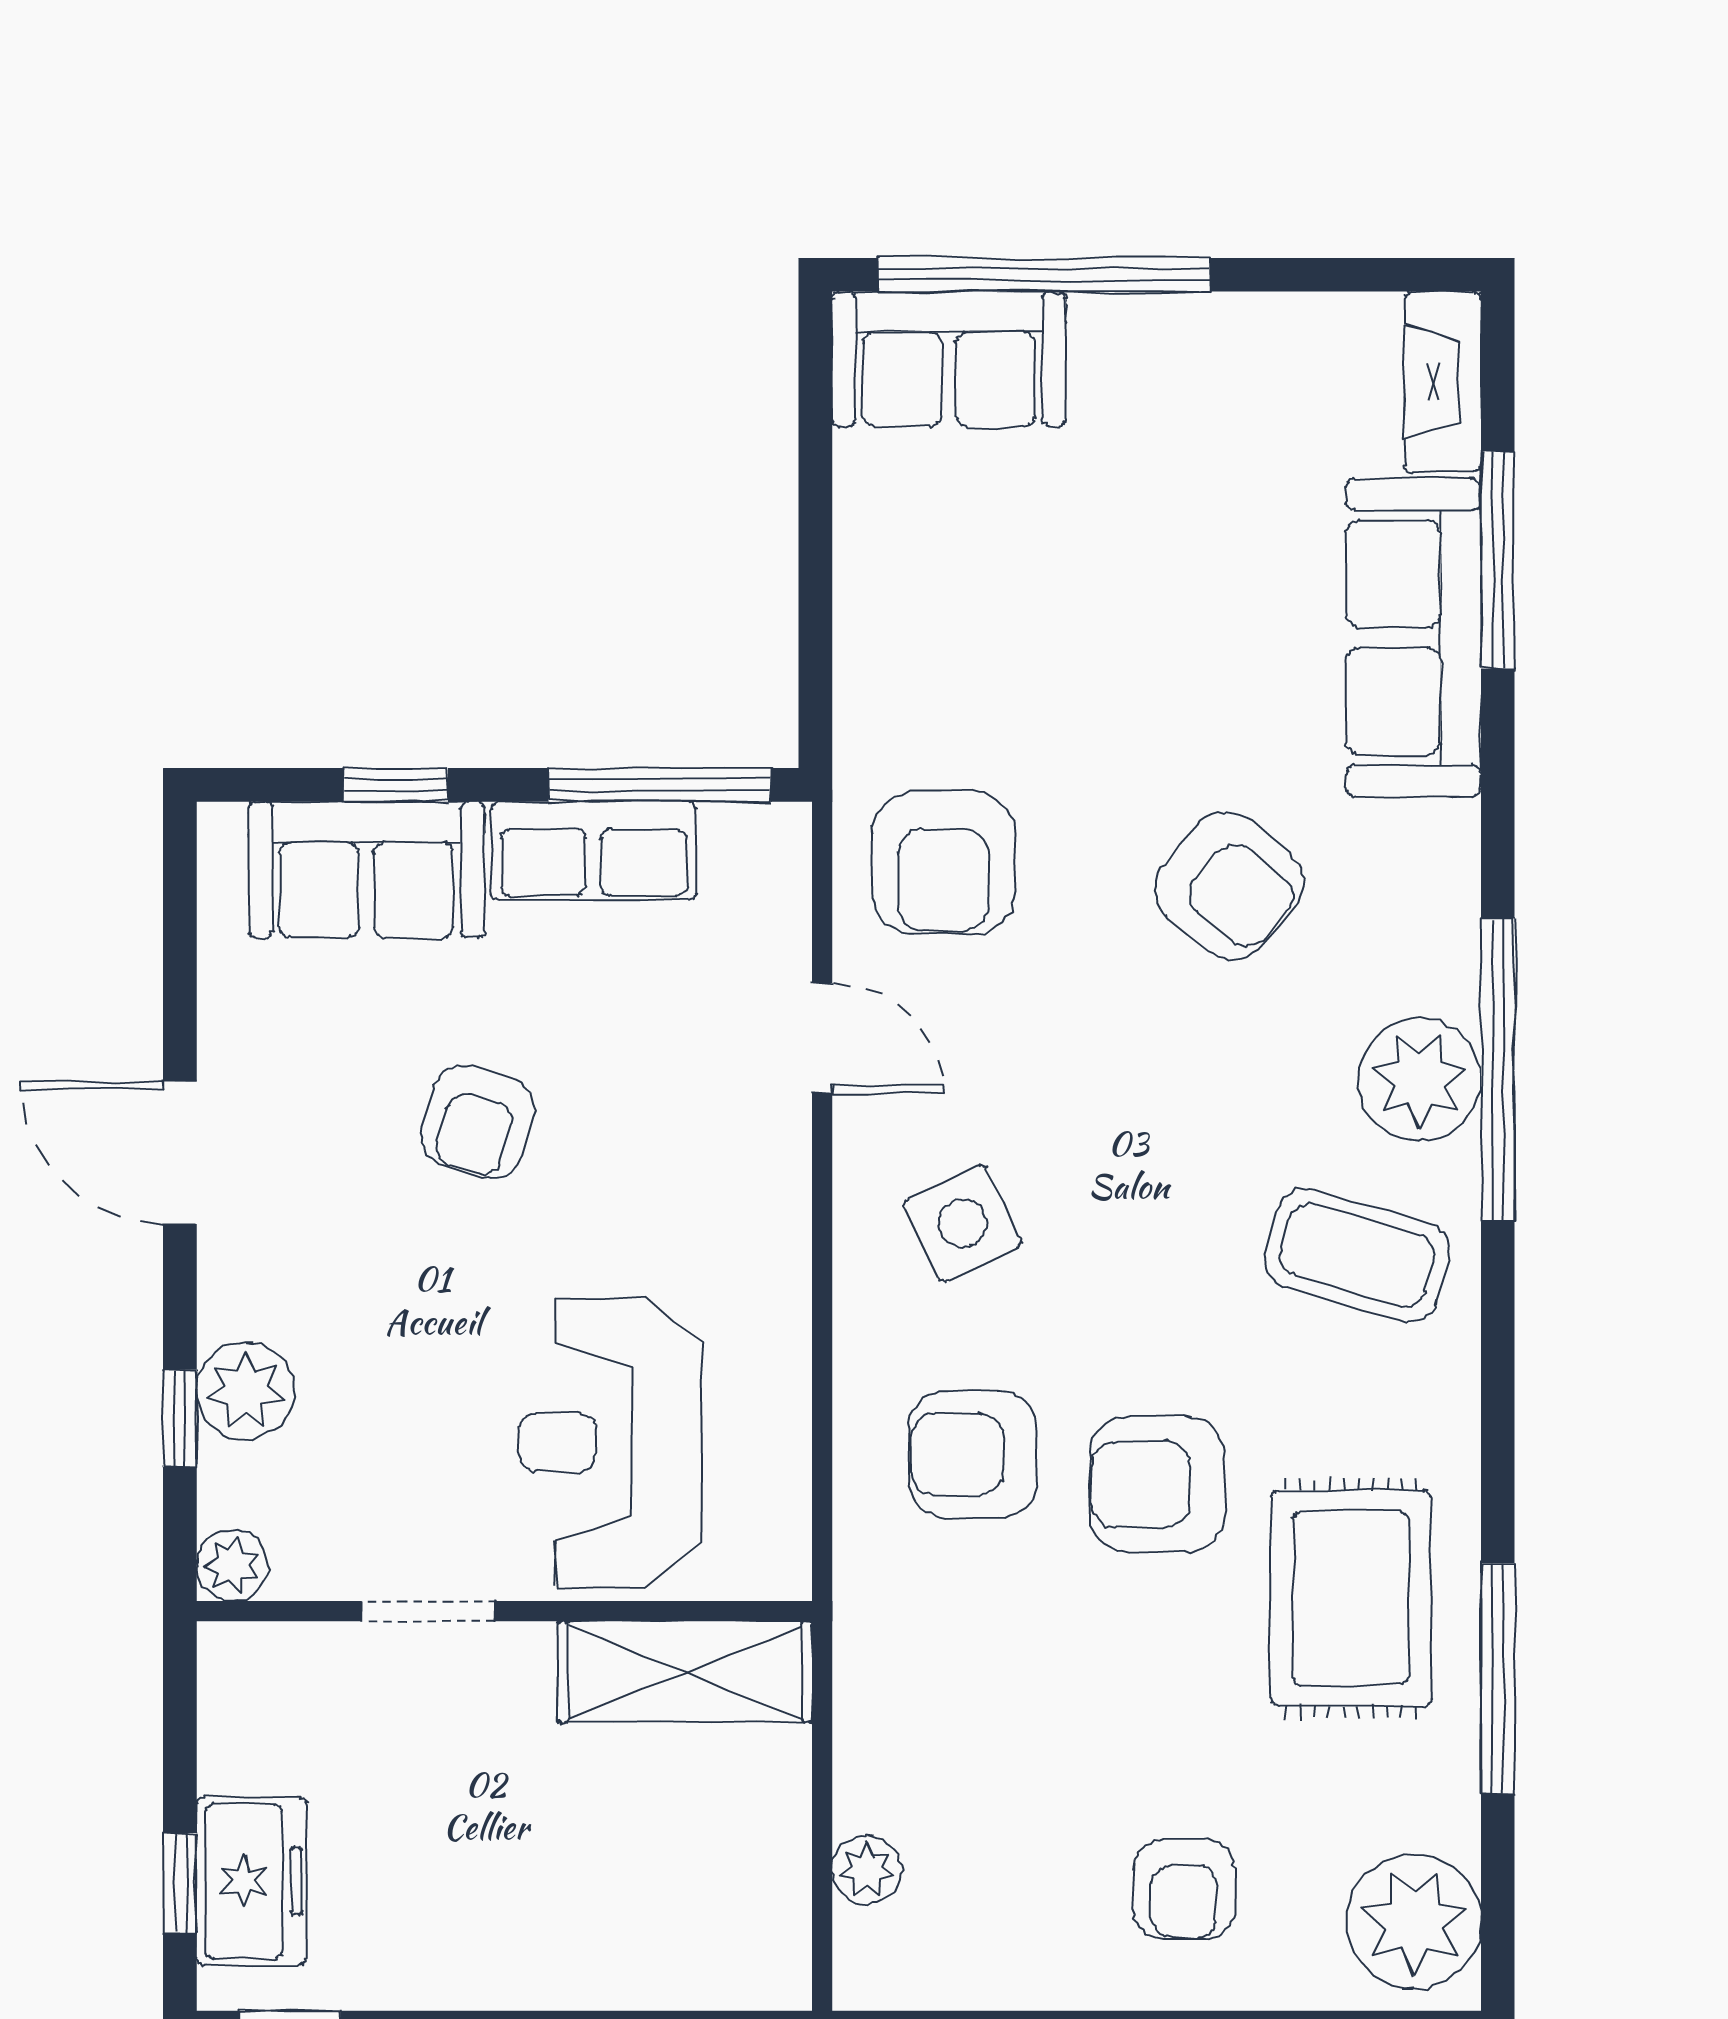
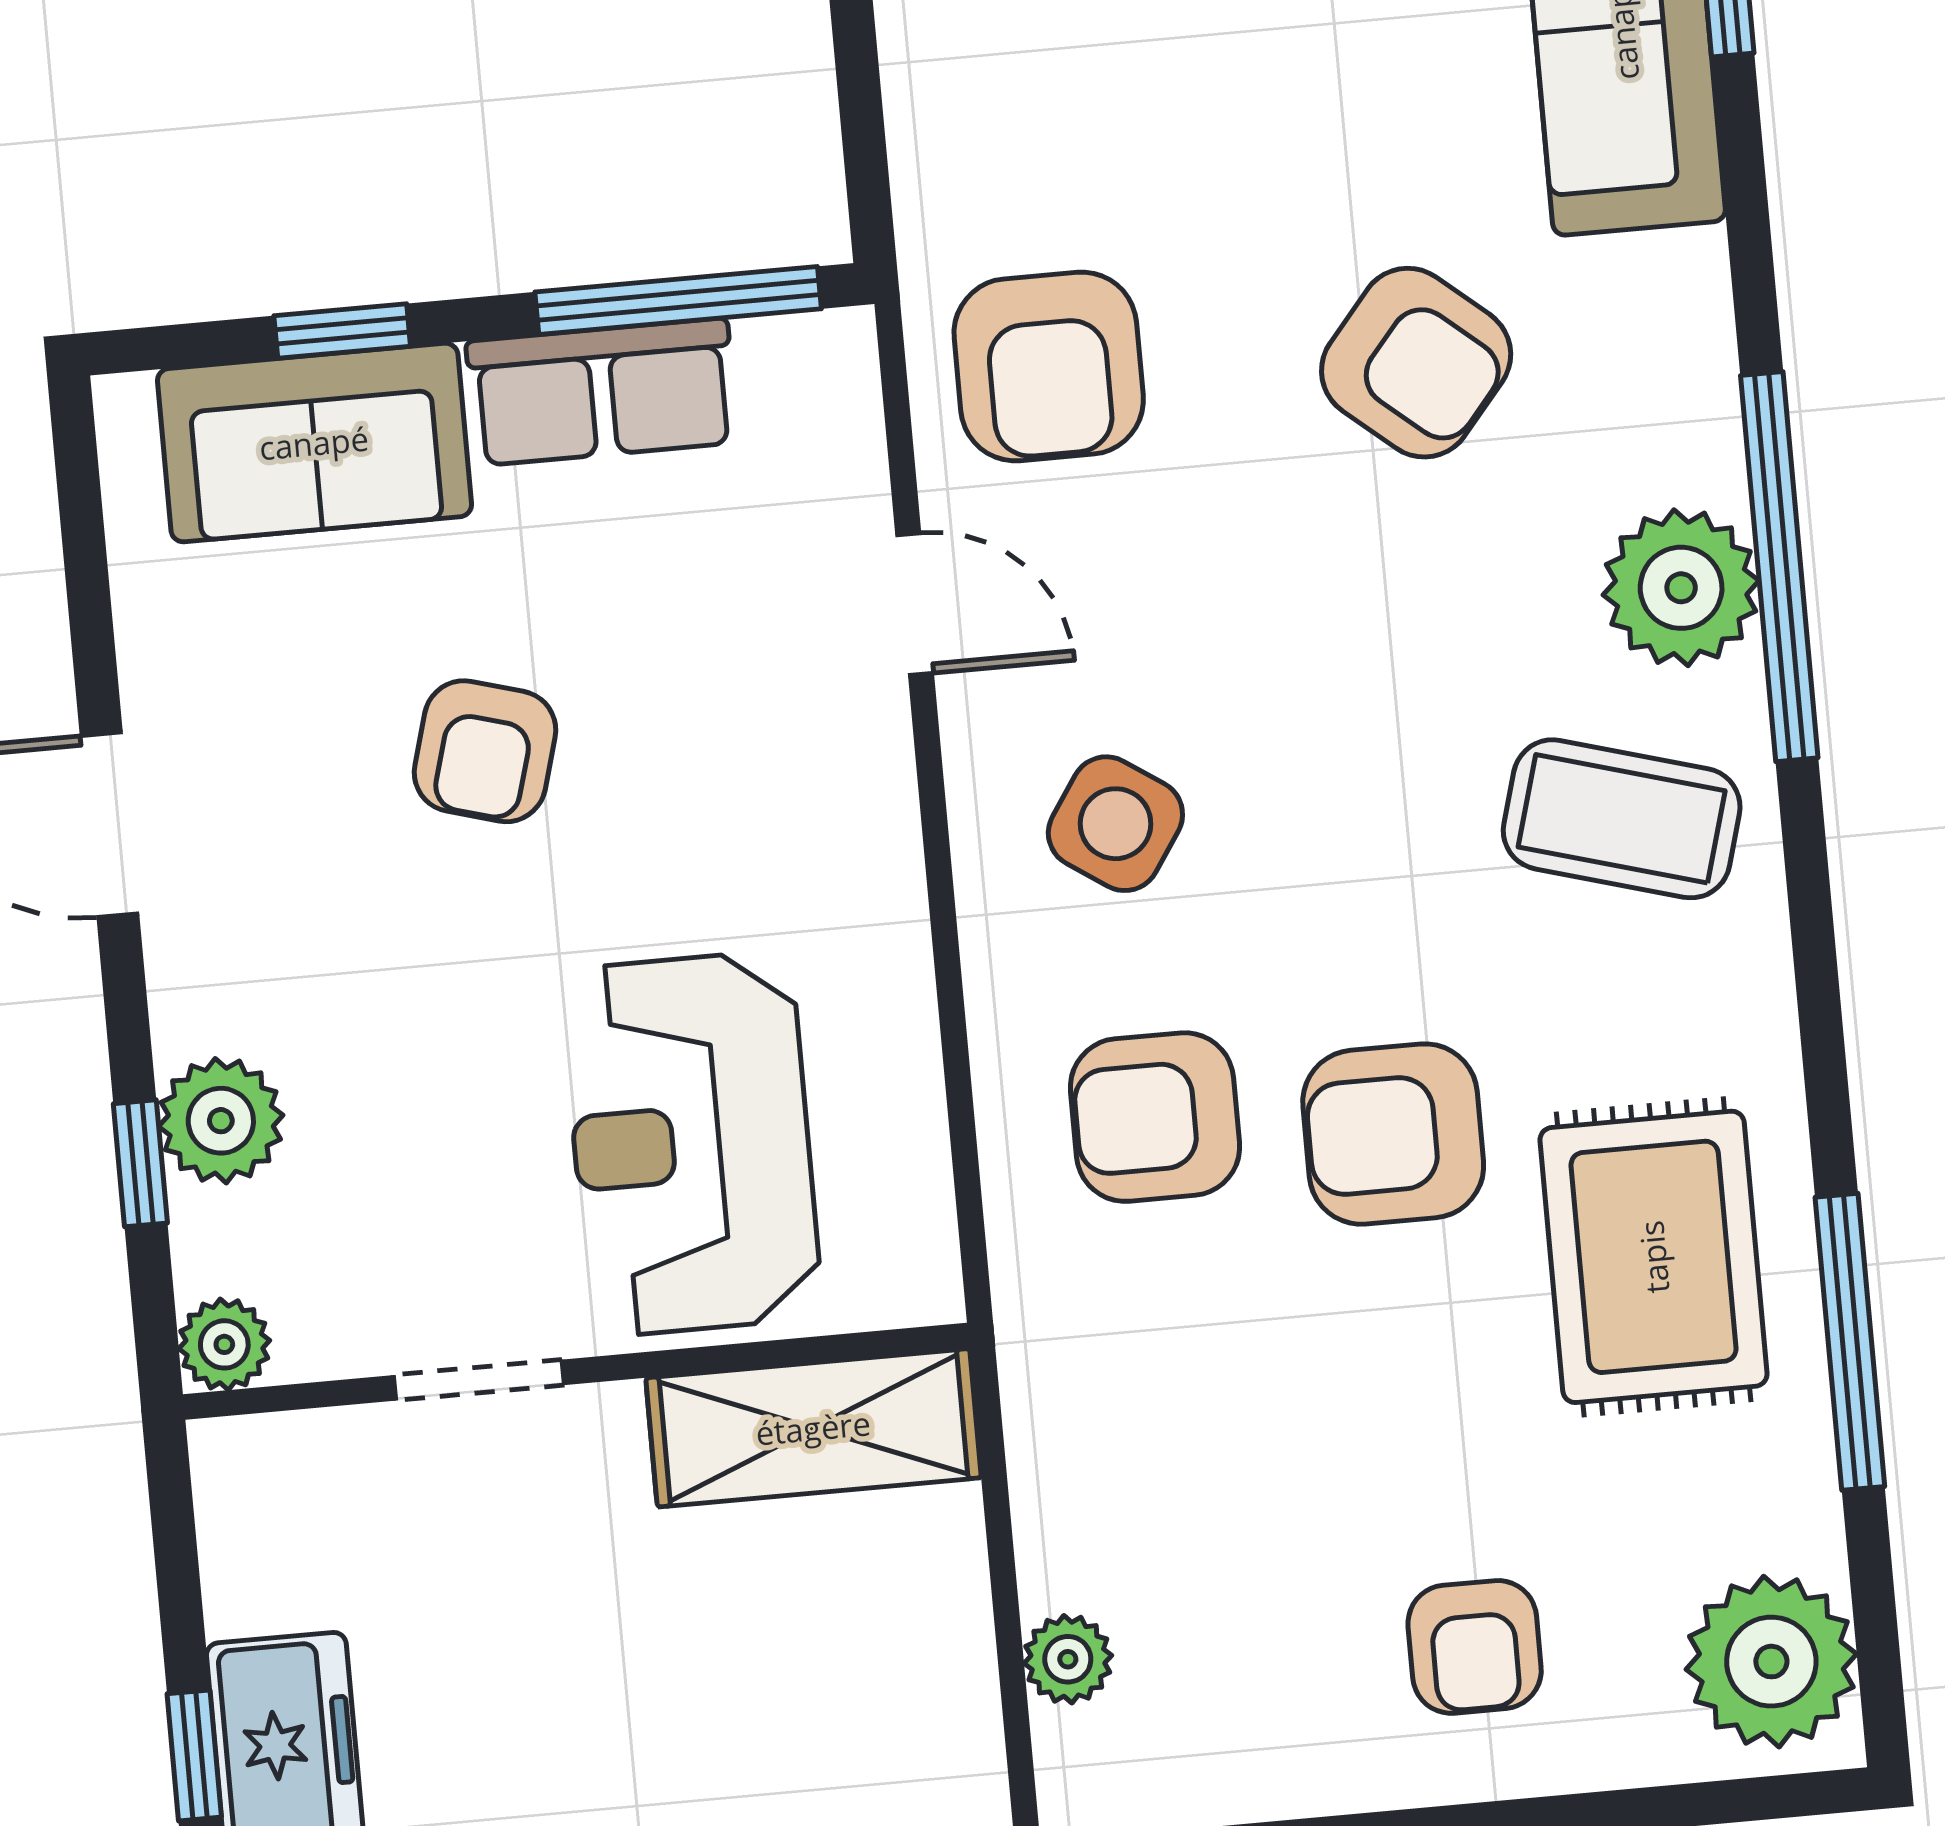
side table: (963, 1223) -> (1115, 824), turned -30

